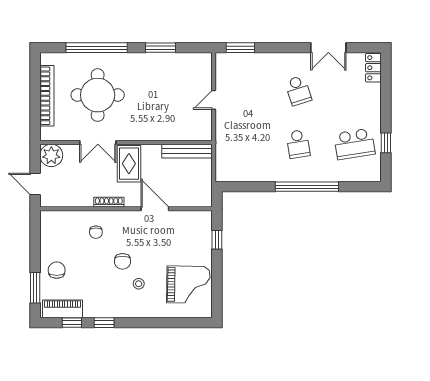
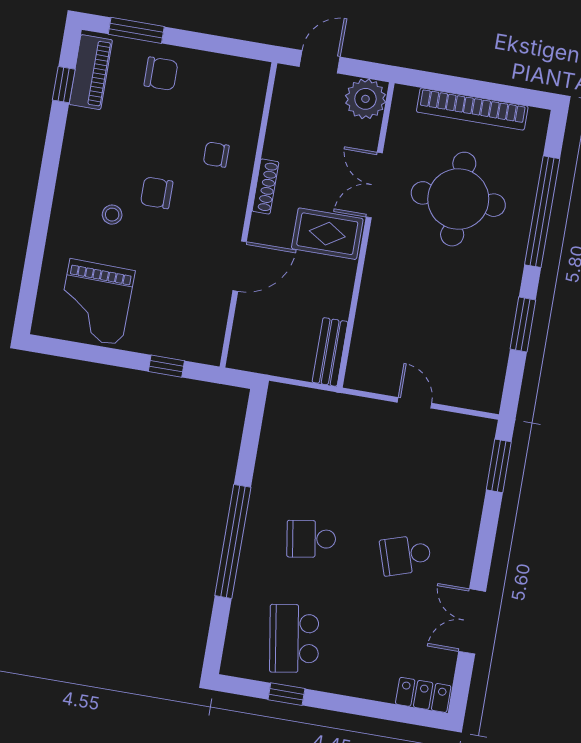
bench: (187, 151) -> (330, 352), width x0.73
window: (104, 323) -> (54, 142), removed

